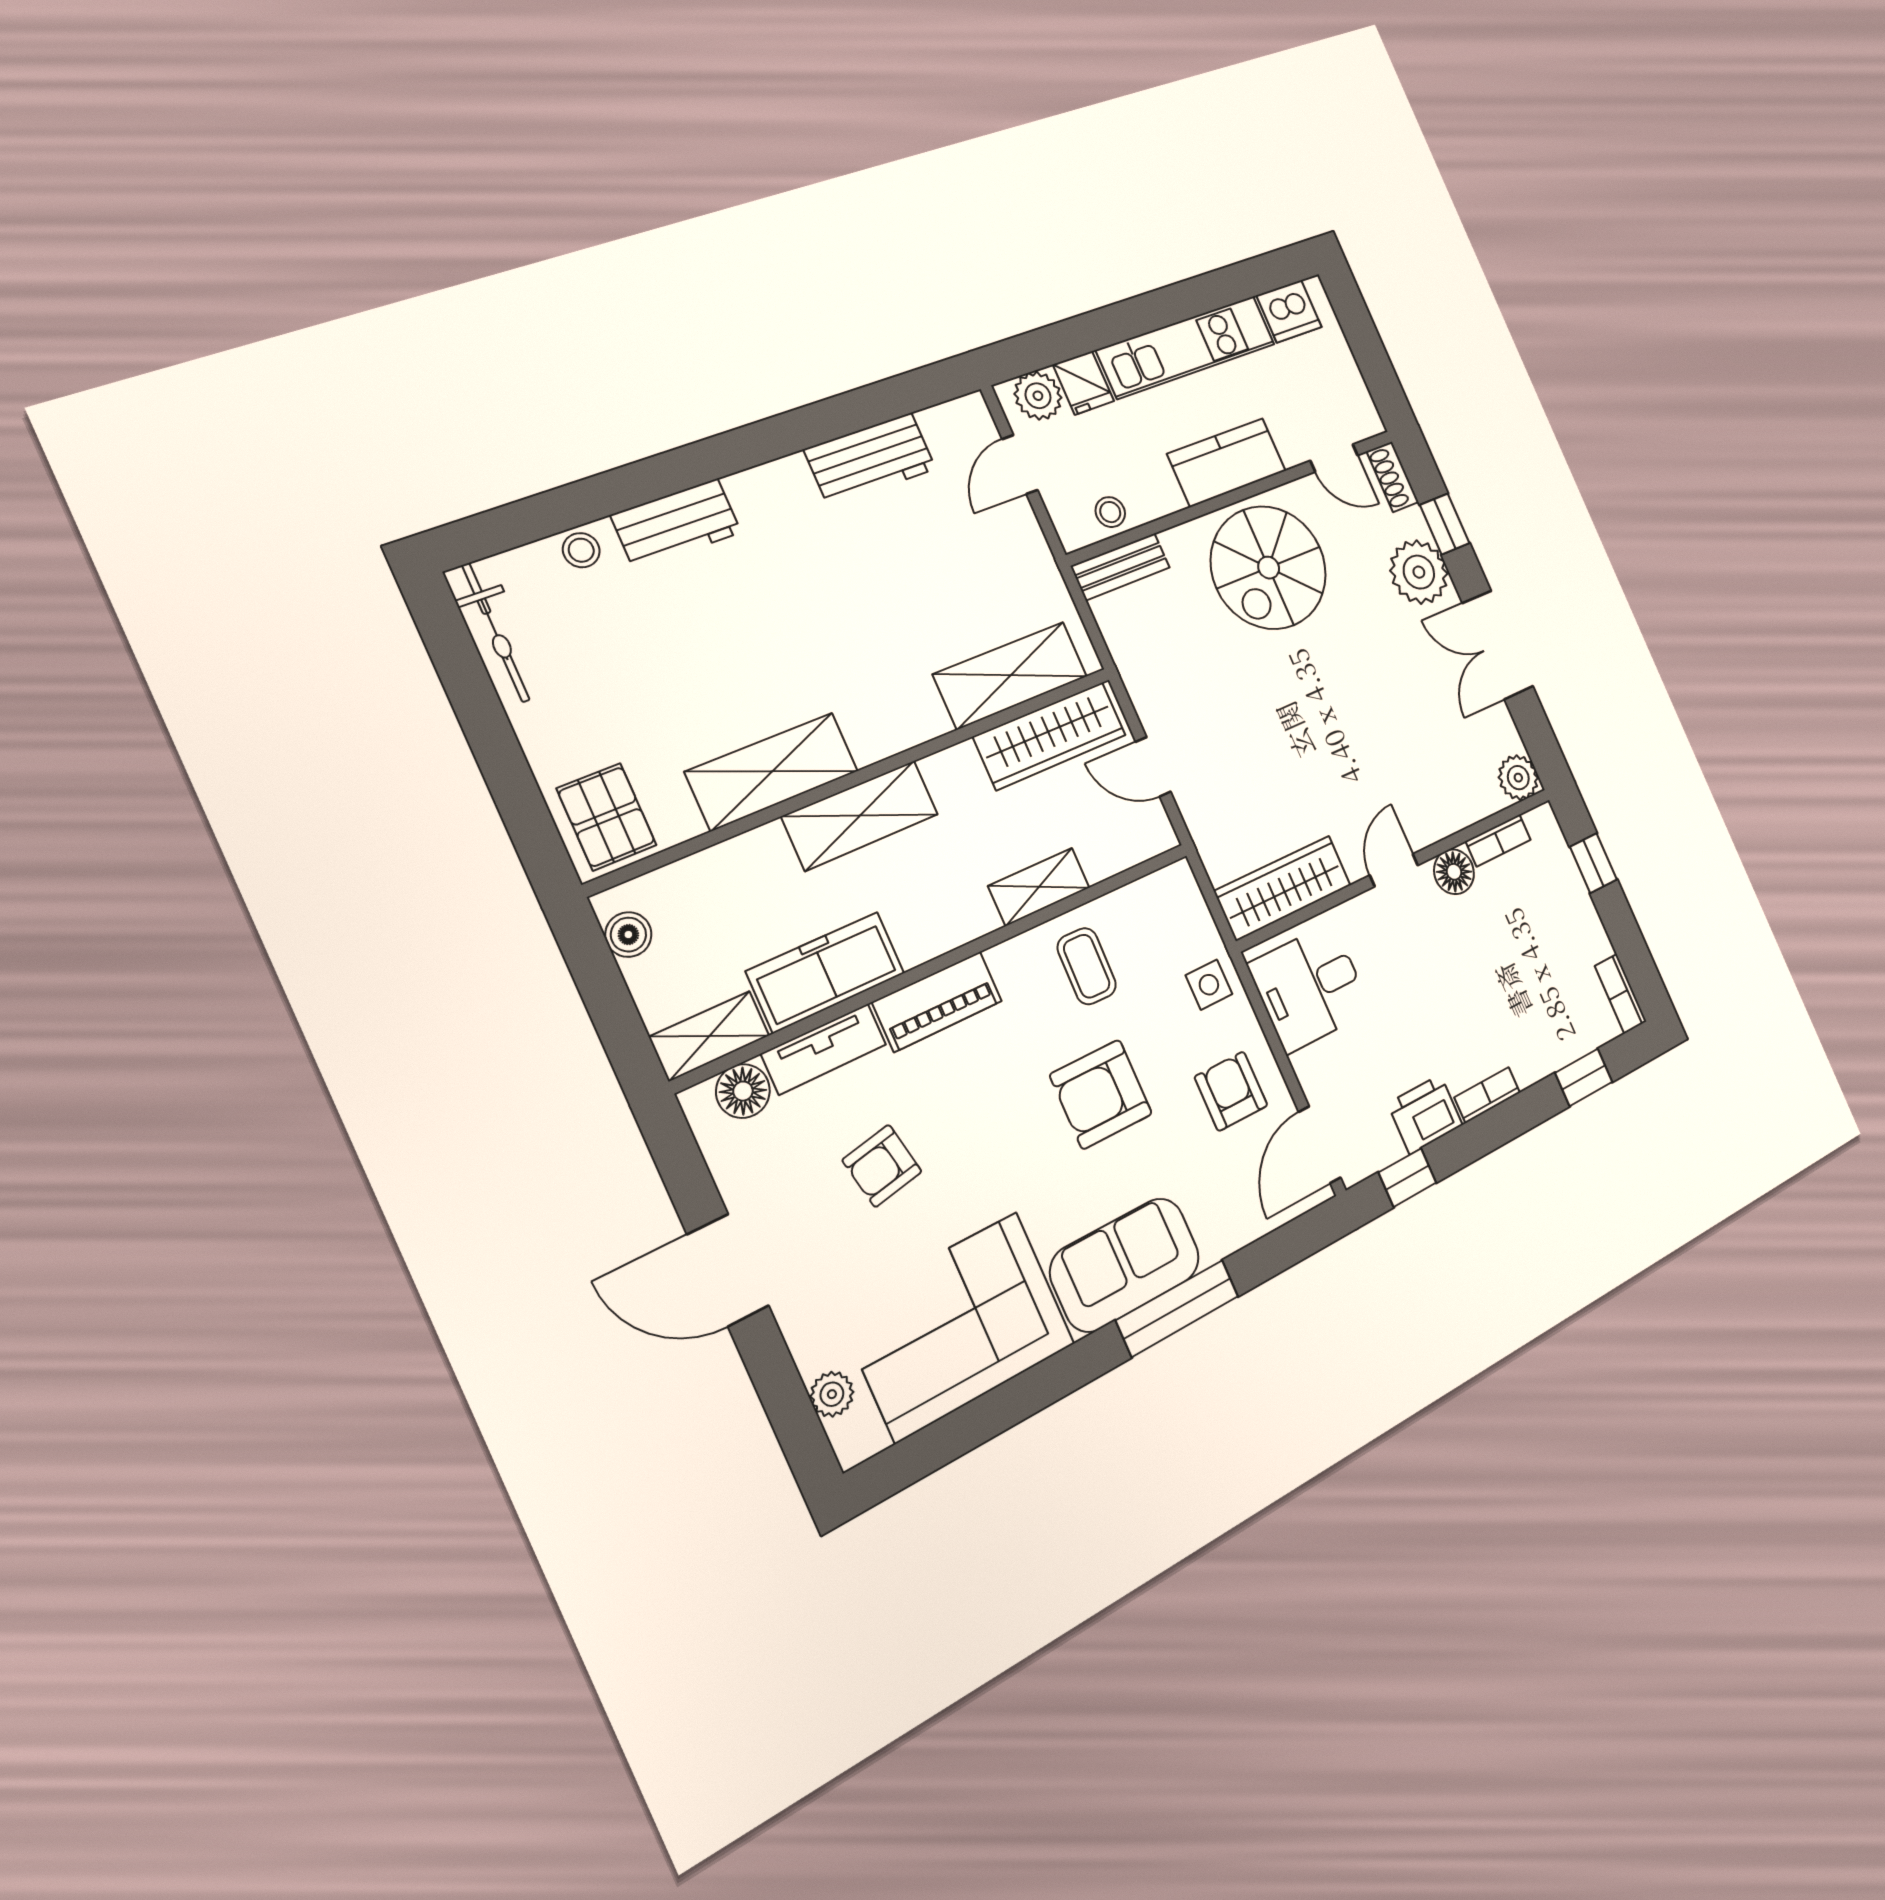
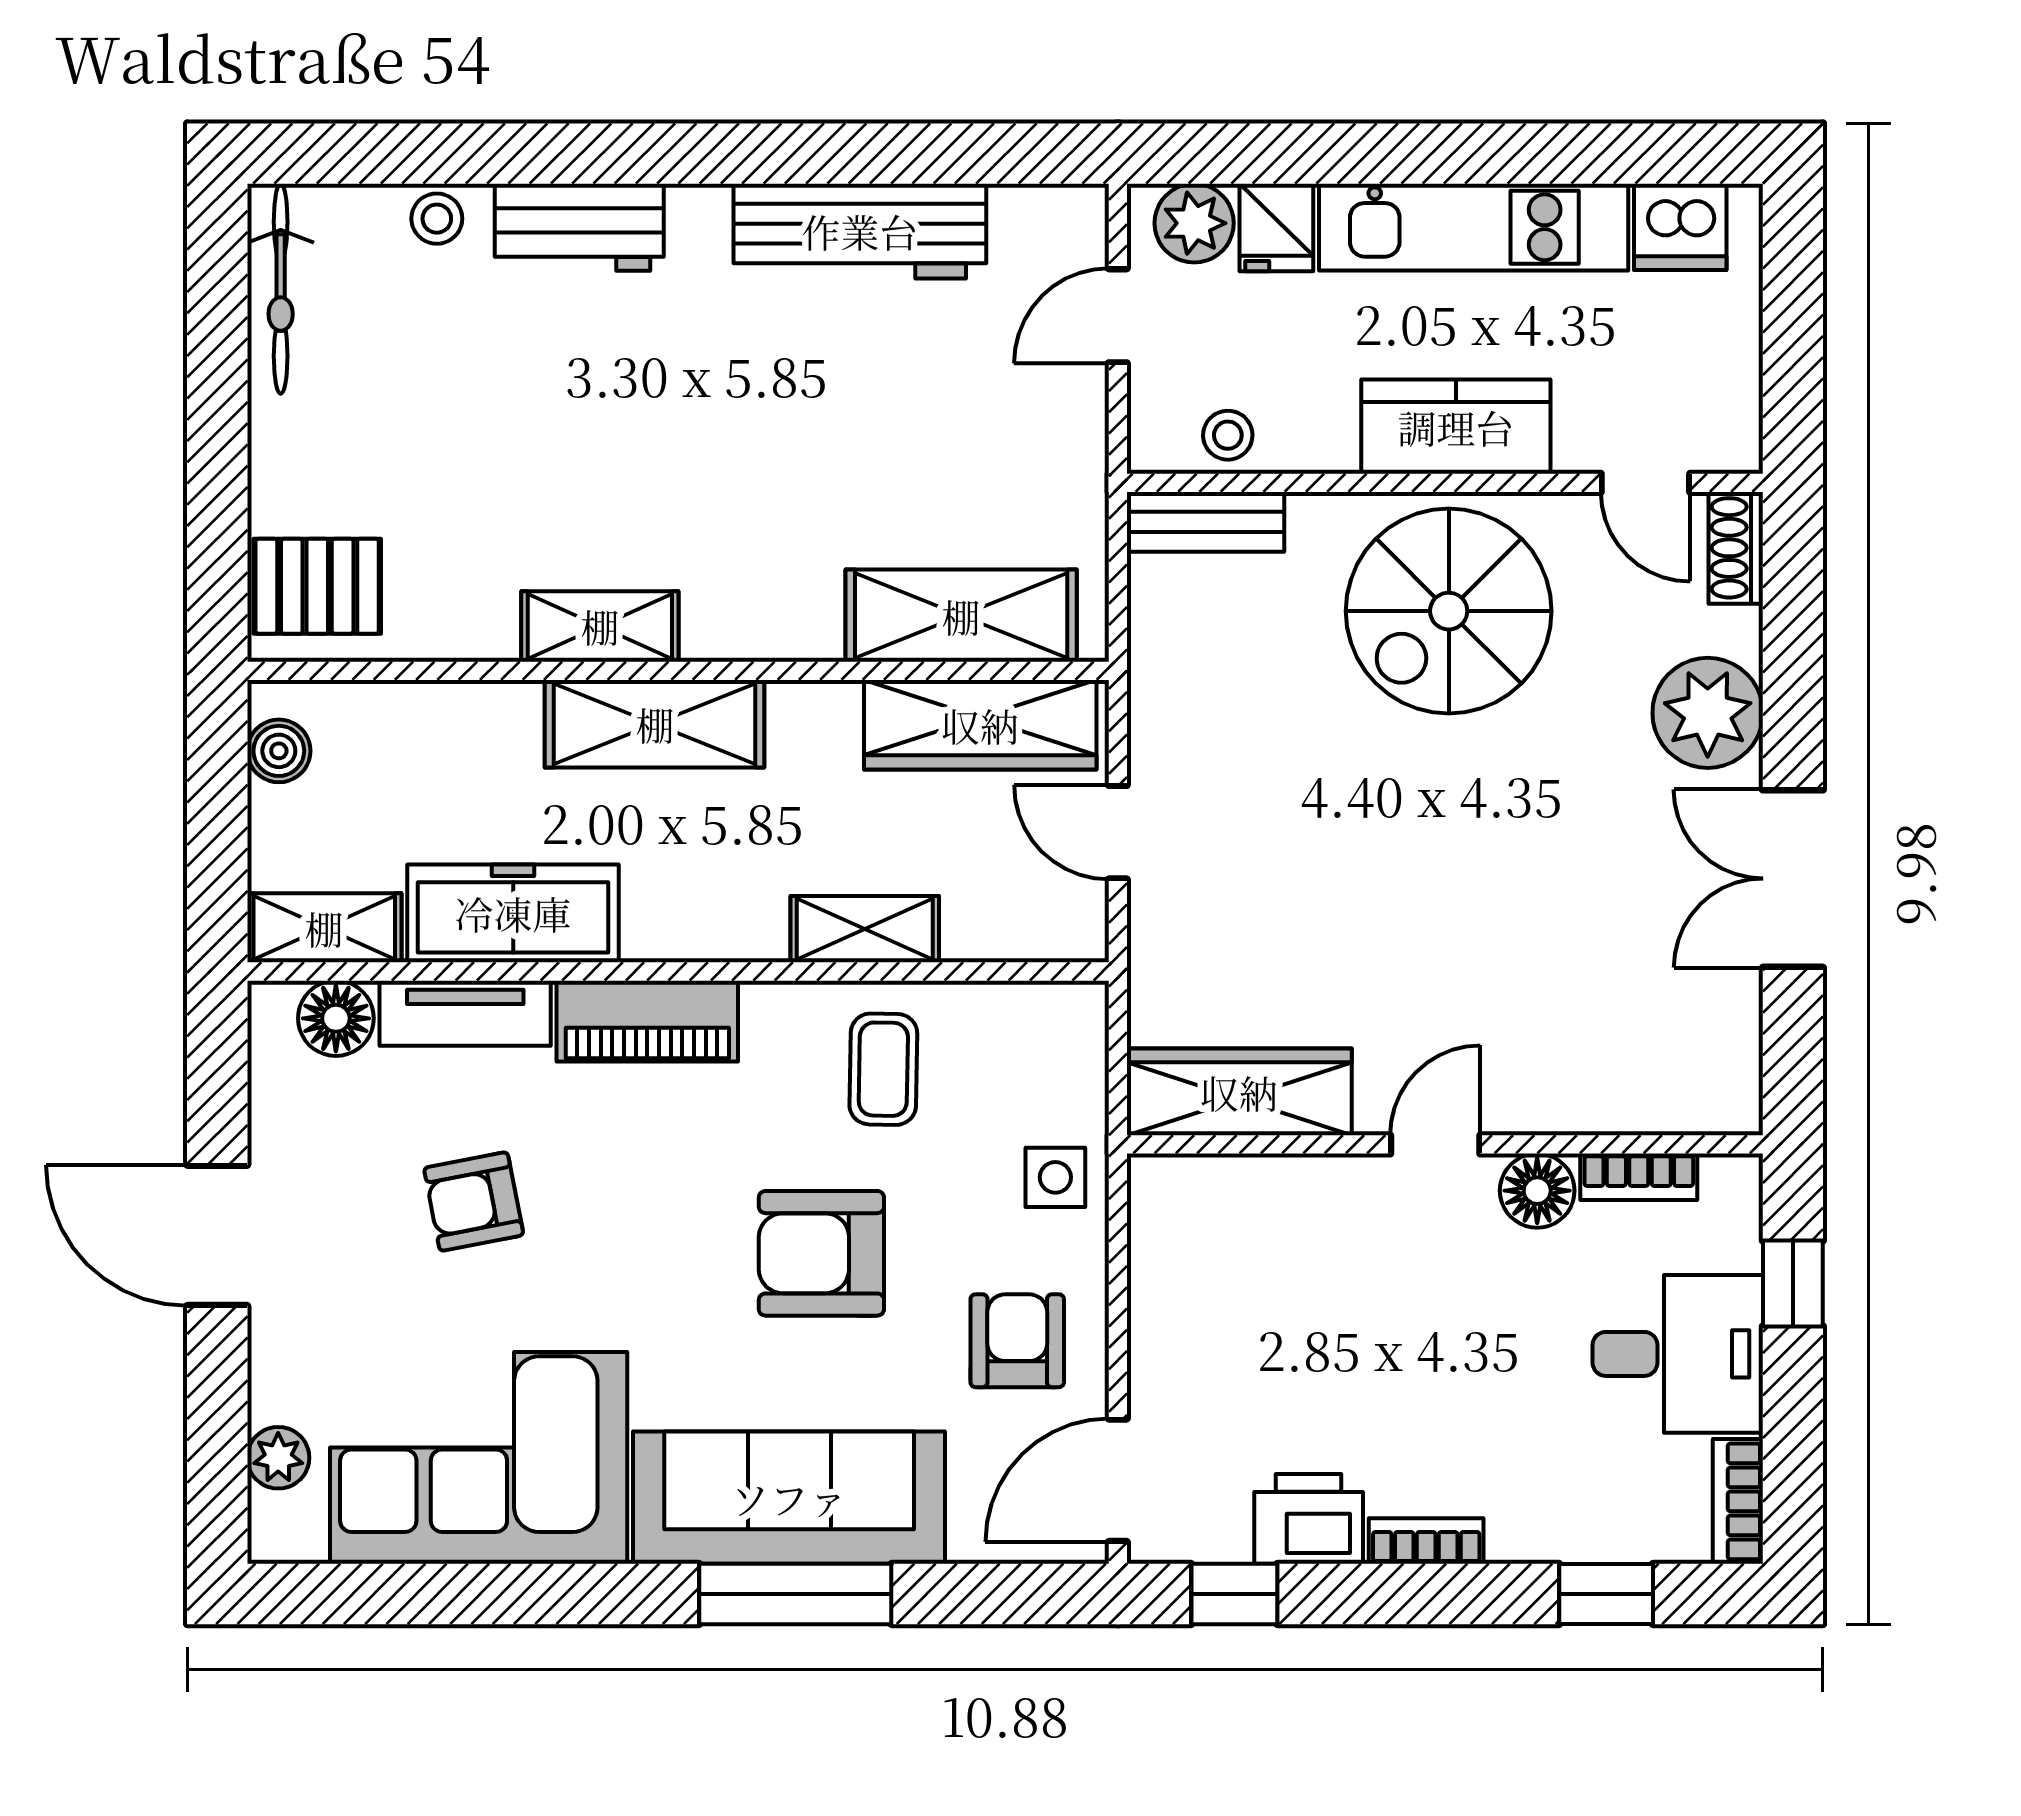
workbench: (870, 459) -> (860, 231), width x1.38
window: (1445, 524) -> (1793, 655), removed
shelving: (772, 771) -> (600, 626), width x0.67, depth x0.75
plant: (1518, 778) -> (1724, 1097), removed
pallet: (607, 817) -> (317, 586), turned 90
desk: (1310, 988) -> (1678, 1354), moved, turned 180
sofa: (1125, 1265) -> (789, 1498), width x1.36

